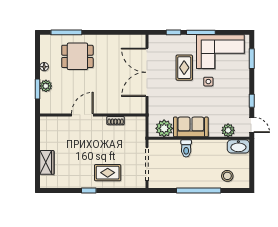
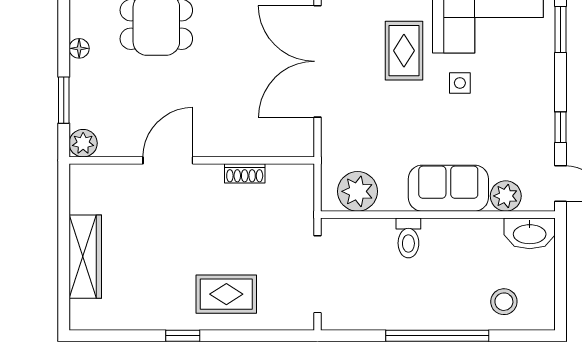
plant: (46, 86) -> (83, 143), moved
sofa: (191, 127) -> (448, 188), moved
wardrobe: (47, 162) -> (85, 257), width x1.50

